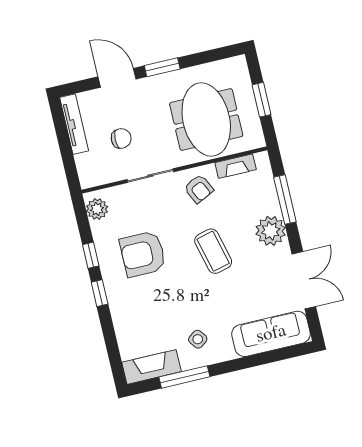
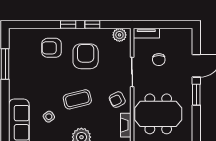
tv unit: (74, 124) -> (146, 33), moved, width x0.71
armchair: (142, 310) -> (52, 48), added
side table: (198, 339) -> (49, 117), moved
fireplace: (151, 367) -> (16, 45), removed

